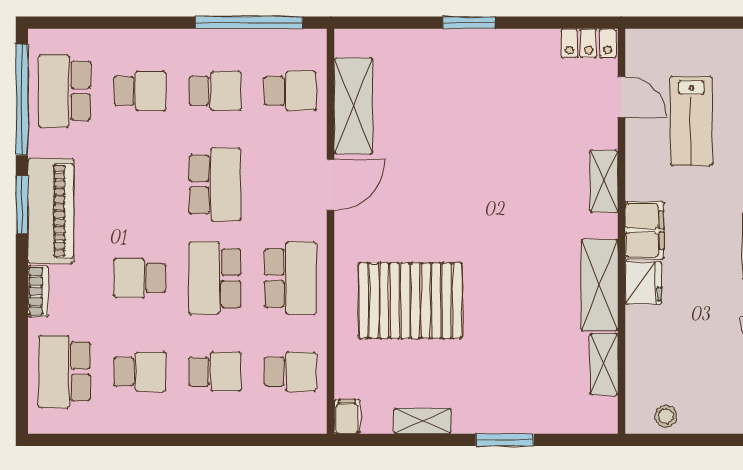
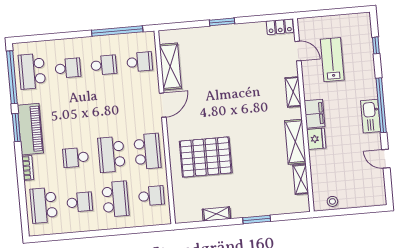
lab bench: (691, 121) -> (332, 60), turned 180
school desk: (215, 184) -> (108, 110), removed
school desk: (215, 372) -> (115, 199), width x1.85
filing cabinet: (347, 417) -> (180, 215), removed

